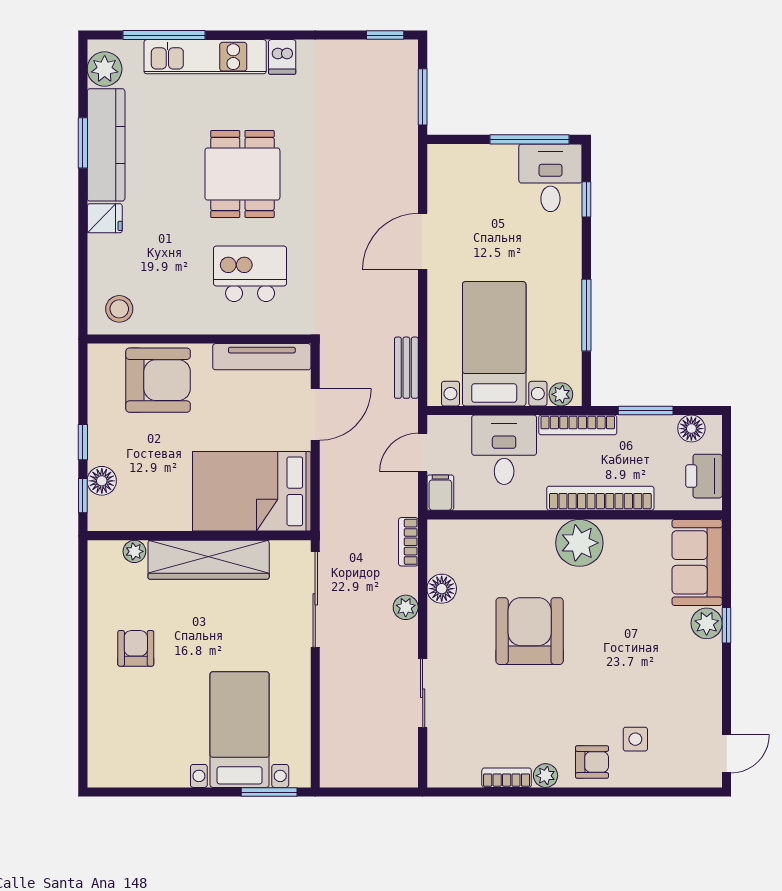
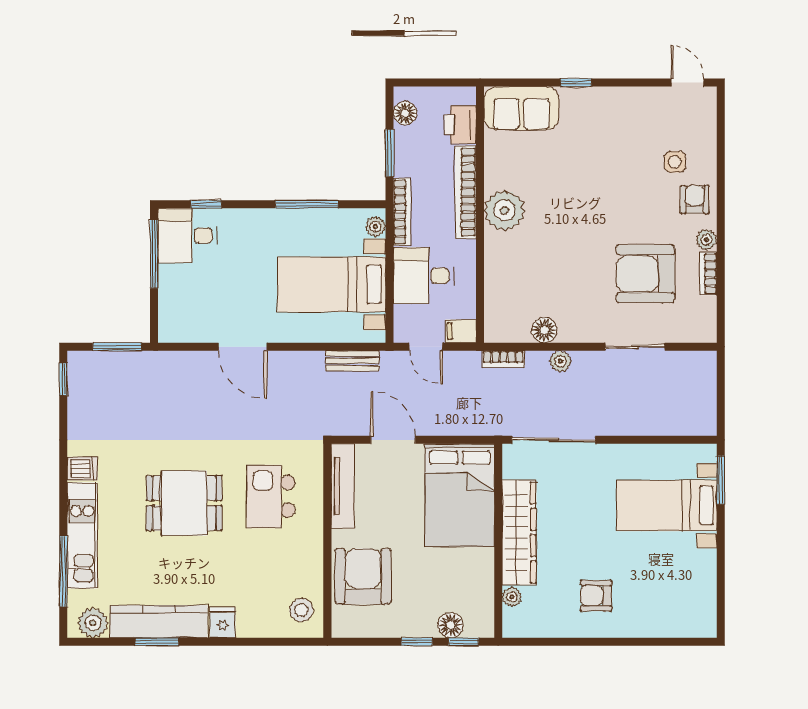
printer: (704, 476) -> (460, 125), moved, turned 90
plant: (707, 623) -> (574, 100), removed
armchair: (530, 631) -> (645, 274), moved

